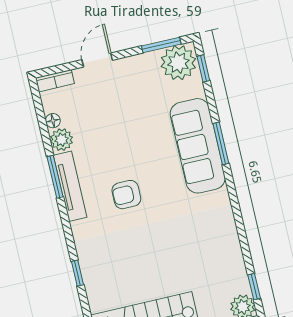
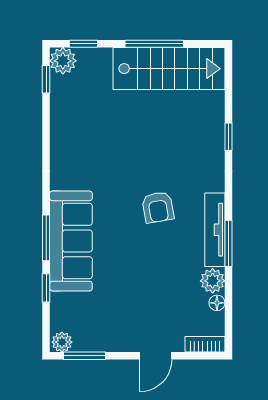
plant: (178, 63) -> (62, 342), width x0.53, depth x0.53
window: (203, 68) -> (46, 288), moved
armchair: (126, 195) -> (158, 207), turned 80

